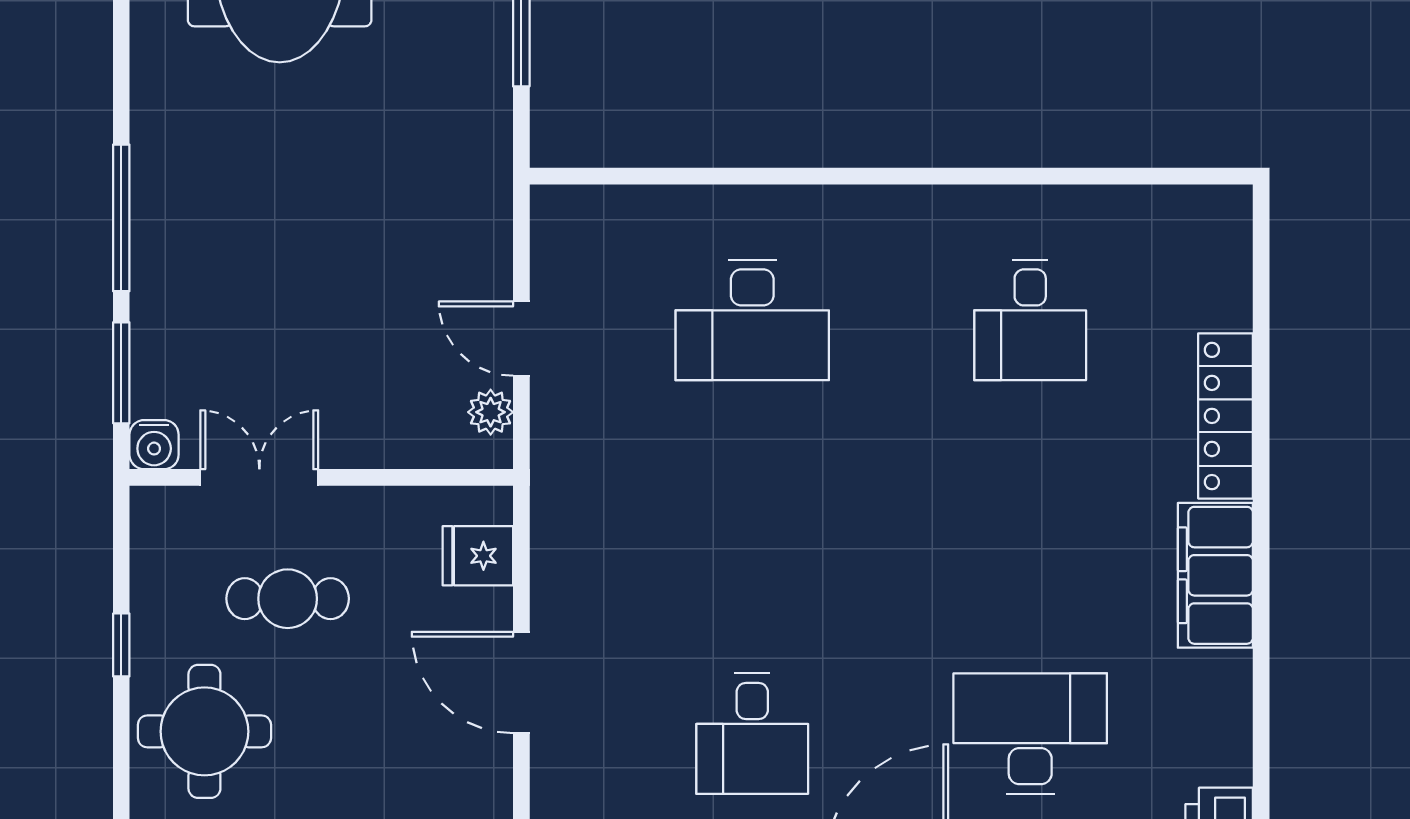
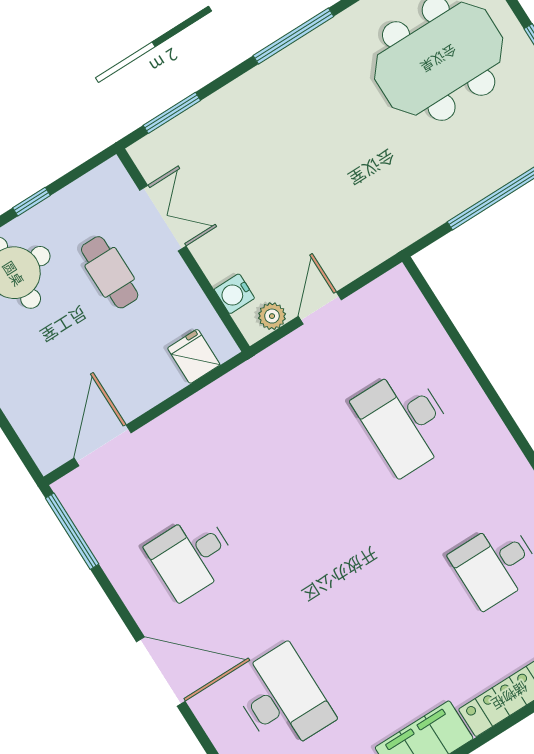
window: (121, 218) -> (293, 36), moved
water cooler: (154, 445) -> (234, 294), moved
door: (521, 682) -> (103, 445), moved

